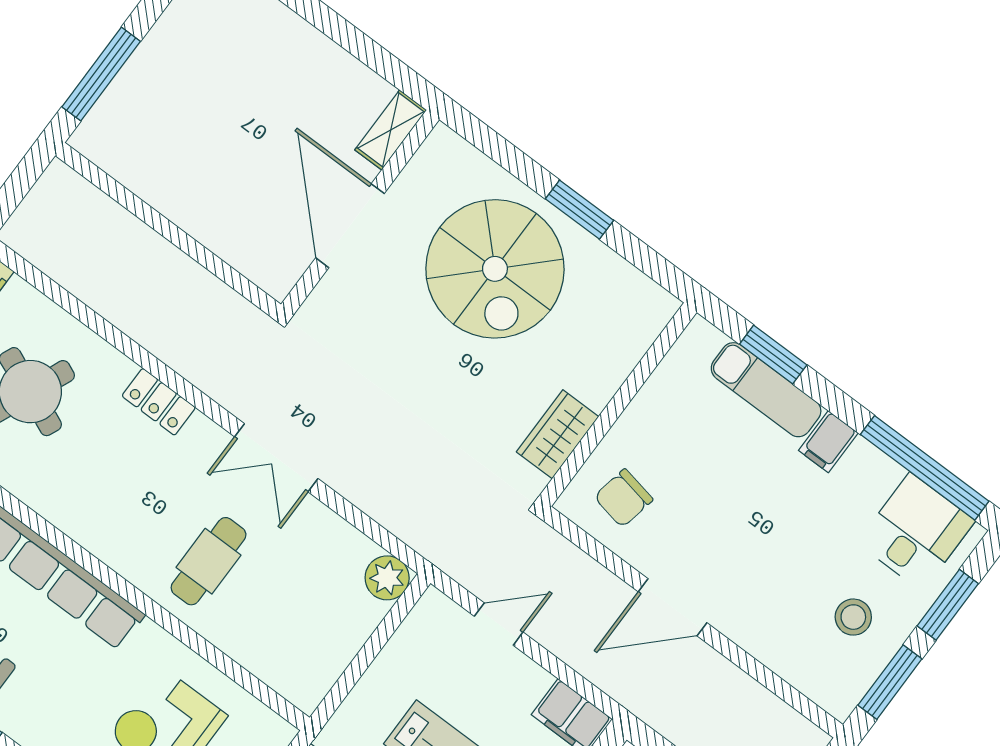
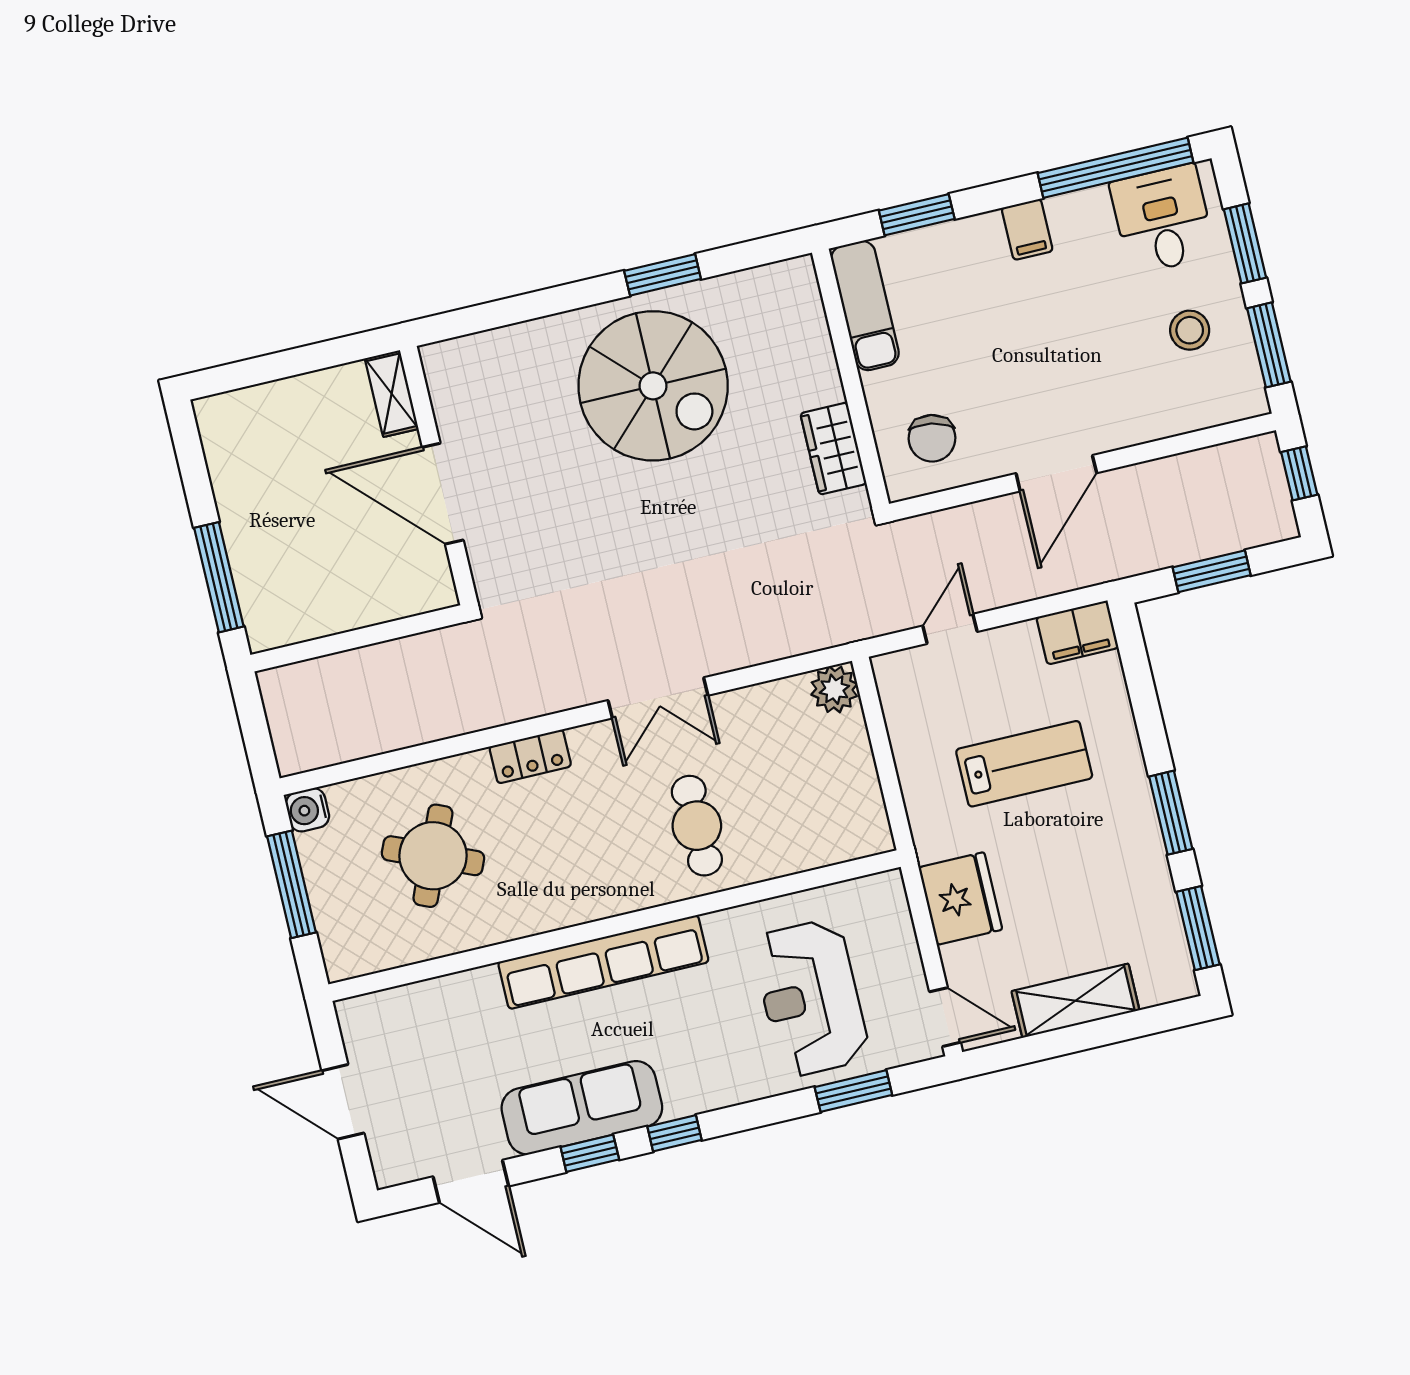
shelving: (391, 130) -> (392, 394), moved
wall: (360, 212) -> (439, 476), moved
door: (350, 226) -> (443, 494), moved
exam couch: (766, 390) -> (865, 306), moved, turned -90

